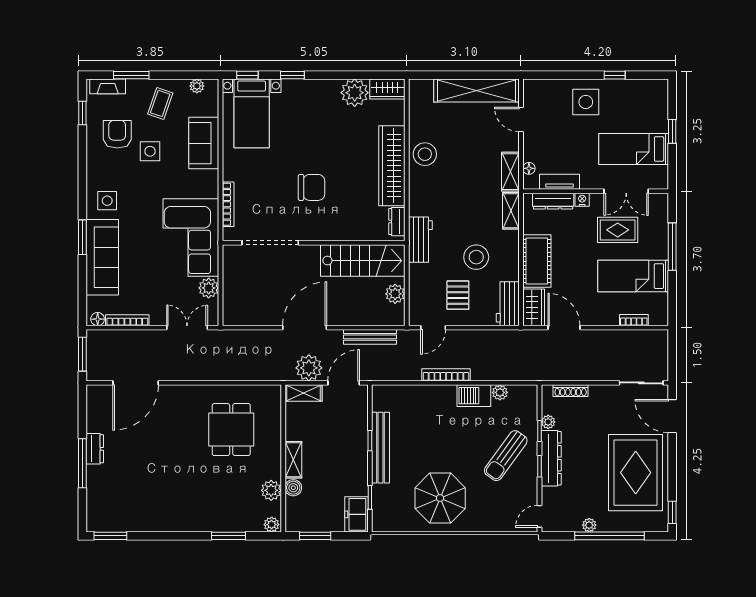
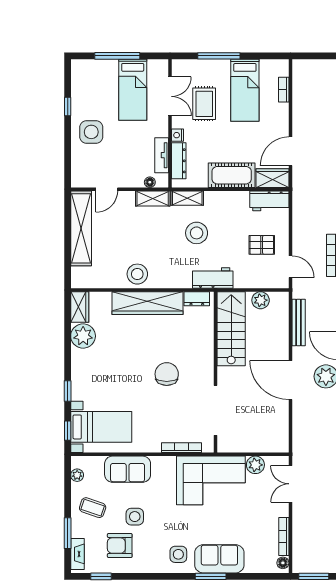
window: (672, 131) -> (117, 56), width x2.17
sofa: (102, 257) -> (219, 559), width x0.73
stool: (476, 257) -> (197, 233), moved

